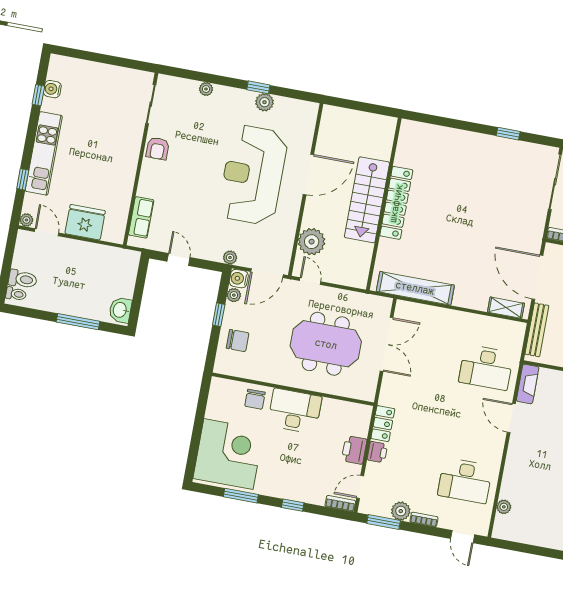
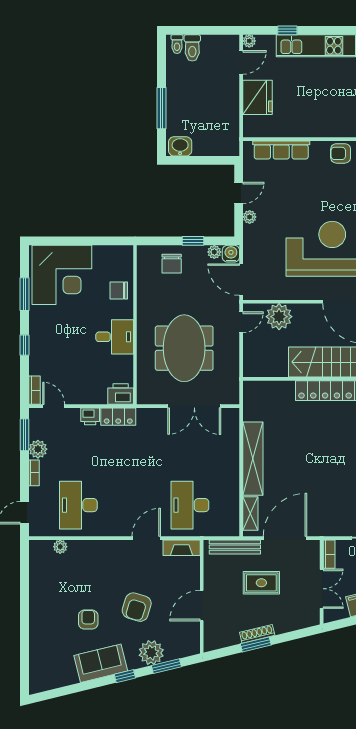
row of seats: (141, 217) -> (281, 150), width x1.48
plant: (230, 257) -> (250, 217), moved
shelving: (415, 288) -> (253, 459), moved
desk: (295, 411) -> (115, 337), width x0.73
printer: (354, 450) -> (121, 394), moved

